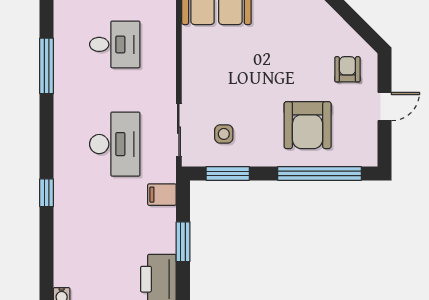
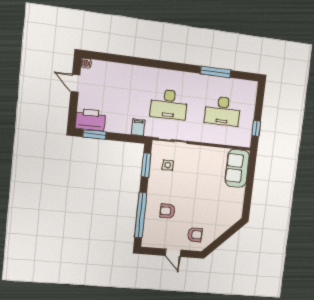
desk: (115, 44) -> (223, 111), width x1.37
armchair: (308, 125) -> (168, 211), width x0.53, depth x0.53
window: (47, 193) -> (146, 62), removed
window: (183, 242) -> (94, 134), moved

